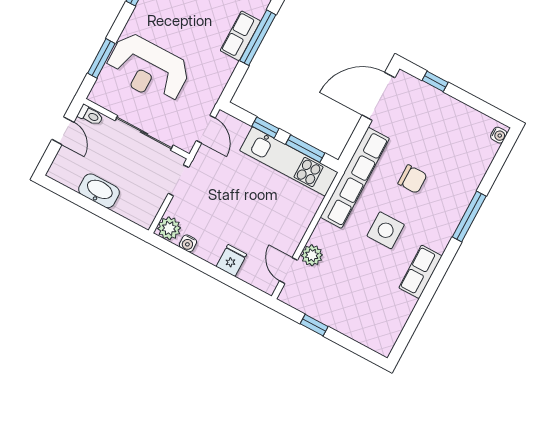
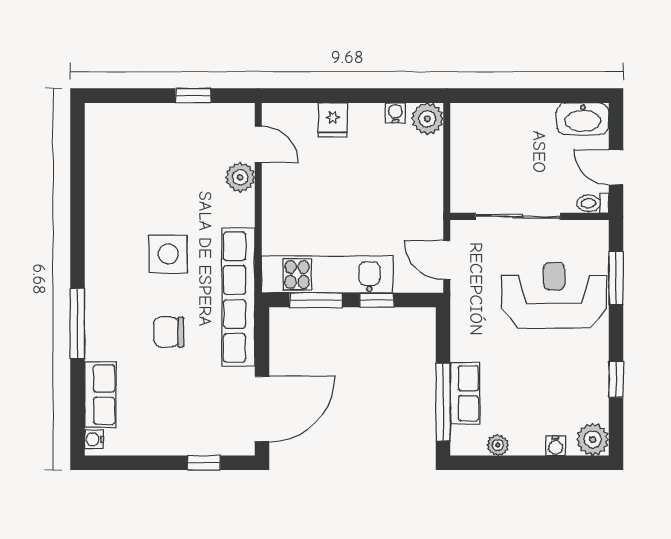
doorway: (178, 180) -> (447, 182), removed
washbasin: (99, 191) -> (583, 119), moved
row of seats: (420, 272) -> (100, 395), moved

